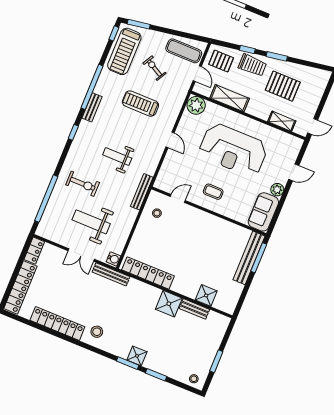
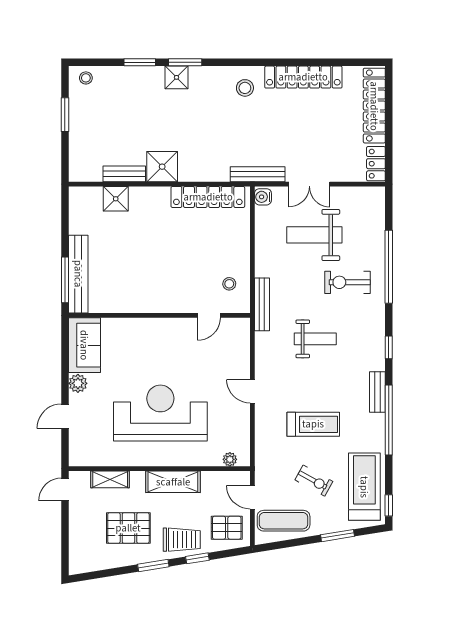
window: (139, 24) -> (337, 536), moved
trolley: (252, 65) -> (182, 540), turned 180
shelving: (230, 98) -> (173, 482), moved
plant: (196, 105) -> (230, 459), width x0.53, depth x0.53
coffee table: (213, 192) -> (164, 345), removed
window: (46, 199) -> (389, 267), moved
weight bench: (91, 222) -> (314, 235), turned 180
double door: (81, 255) -> (309, 184), swing flipped

